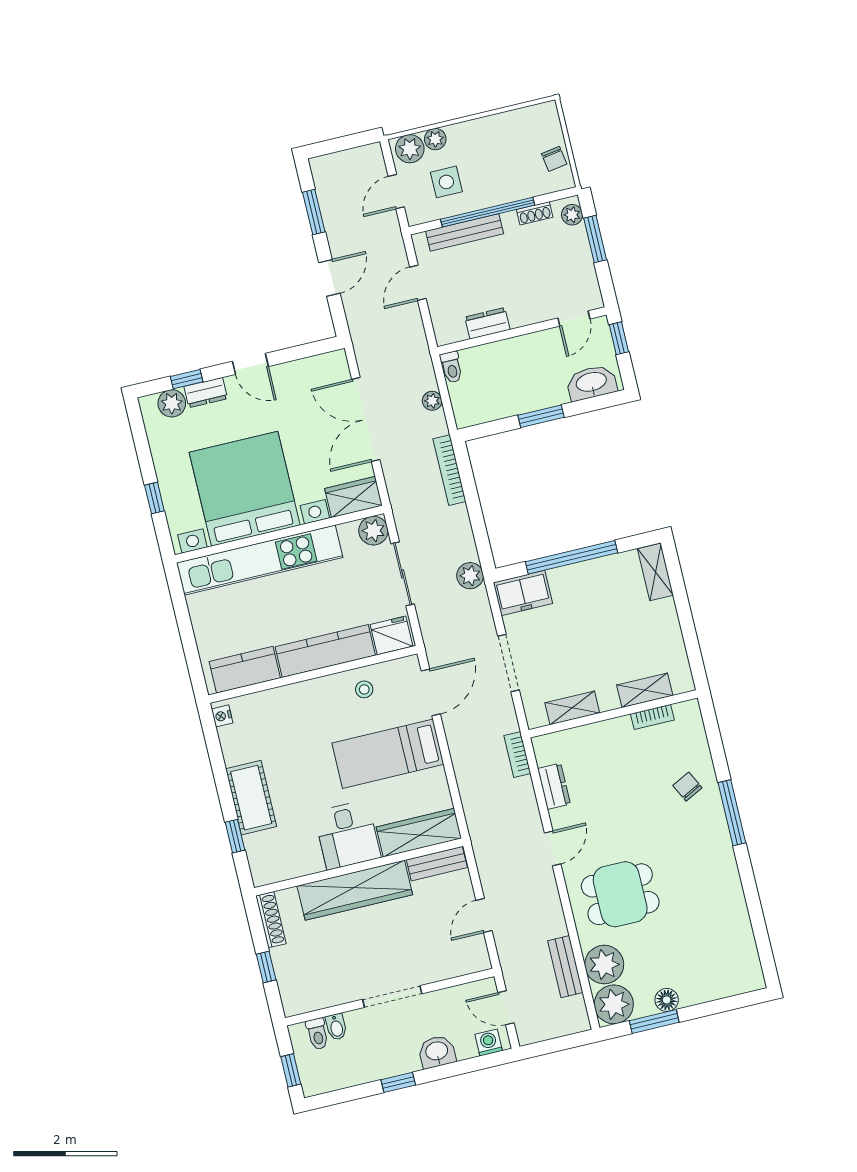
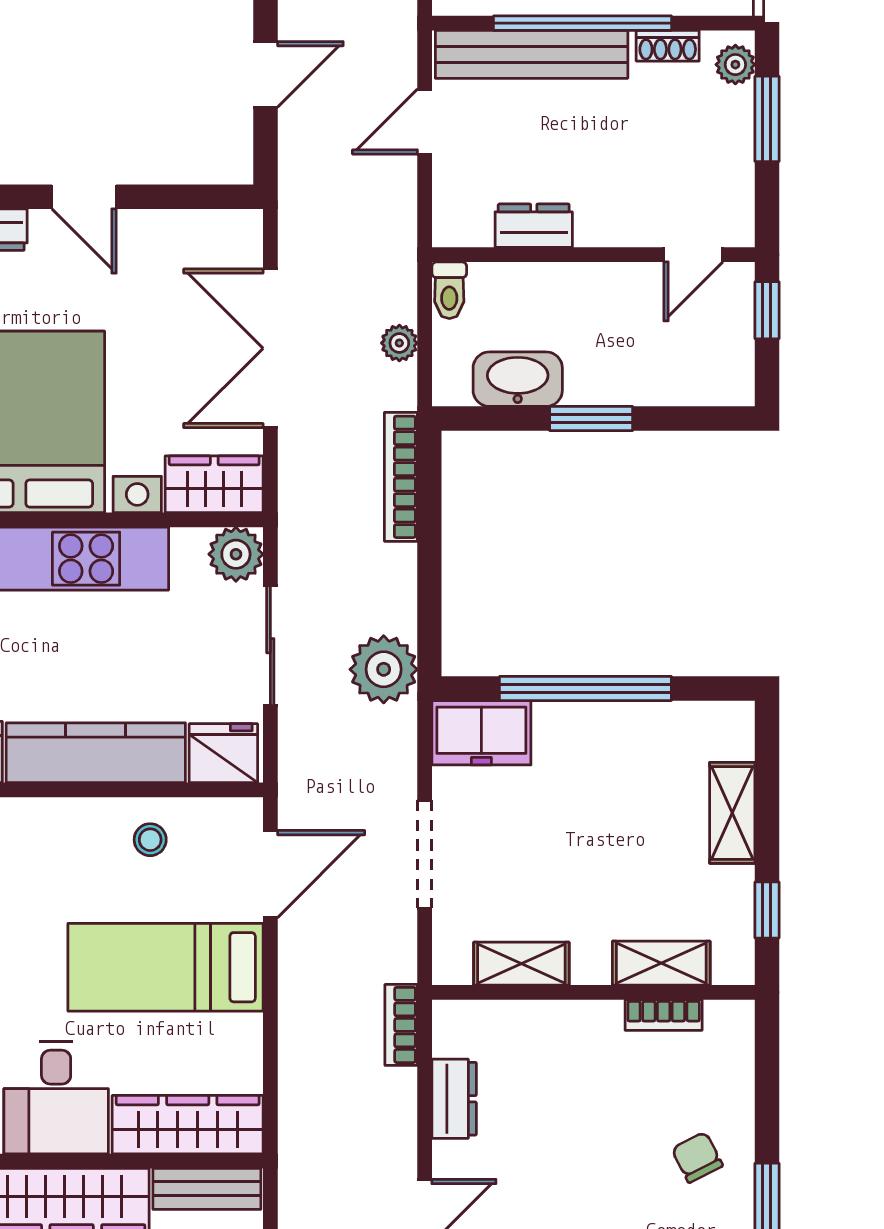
bench: (465, 232) -> (532, 54), width x1.37, depth x1.21
washbasin: (591, 383) -> (518, 379), moved
shelving: (655, 572) -> (732, 813), moved
plant: (470, 576) -> (384, 669), width x1.36, depth x1.36
window: (693, 650) -> (767, 910), added

